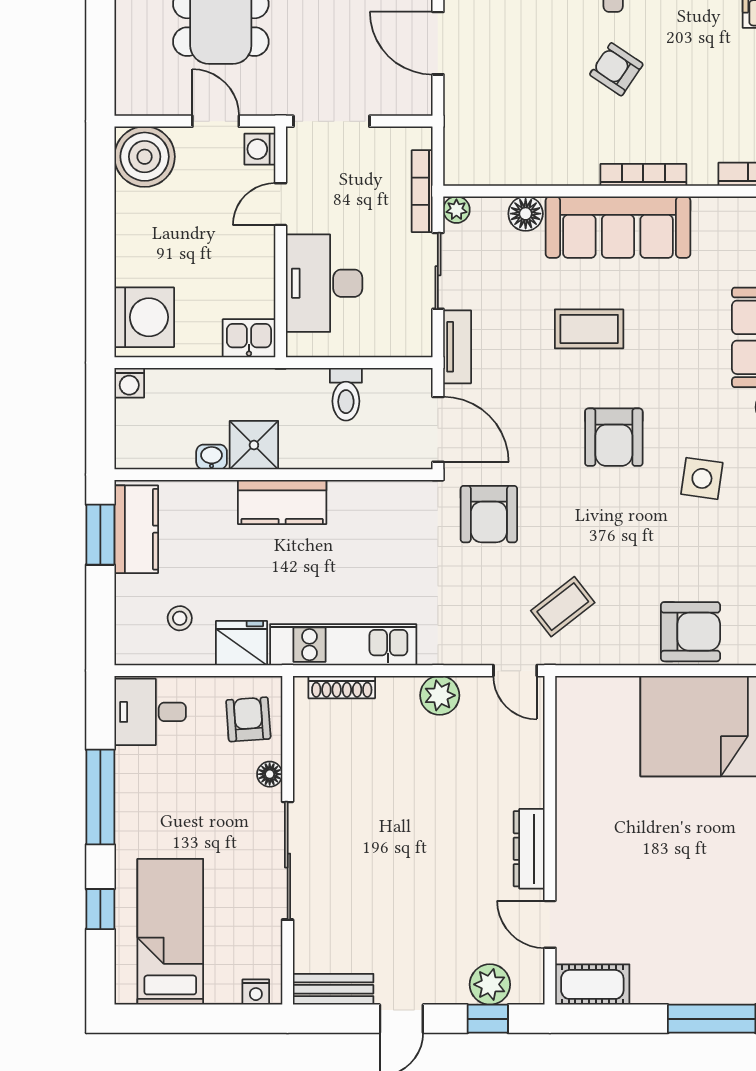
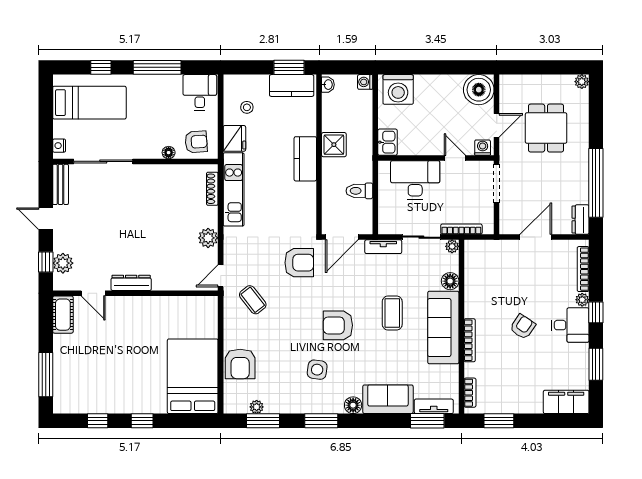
washbasin: (212, 457) -> (328, 85), moved
armchair: (489, 514) -> (299, 263), turned 180
sliding door: (288, 861) -> (103, 161), moved
door: (550, 924) -> (93, 293), swing flipped

